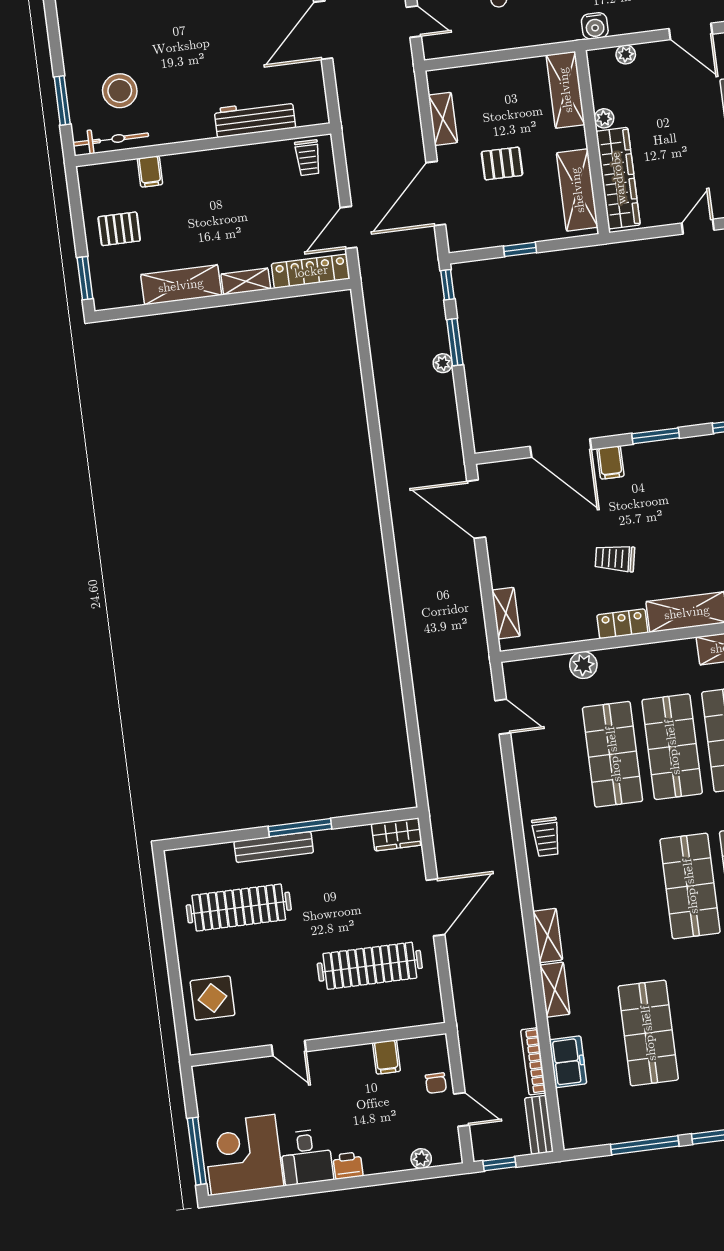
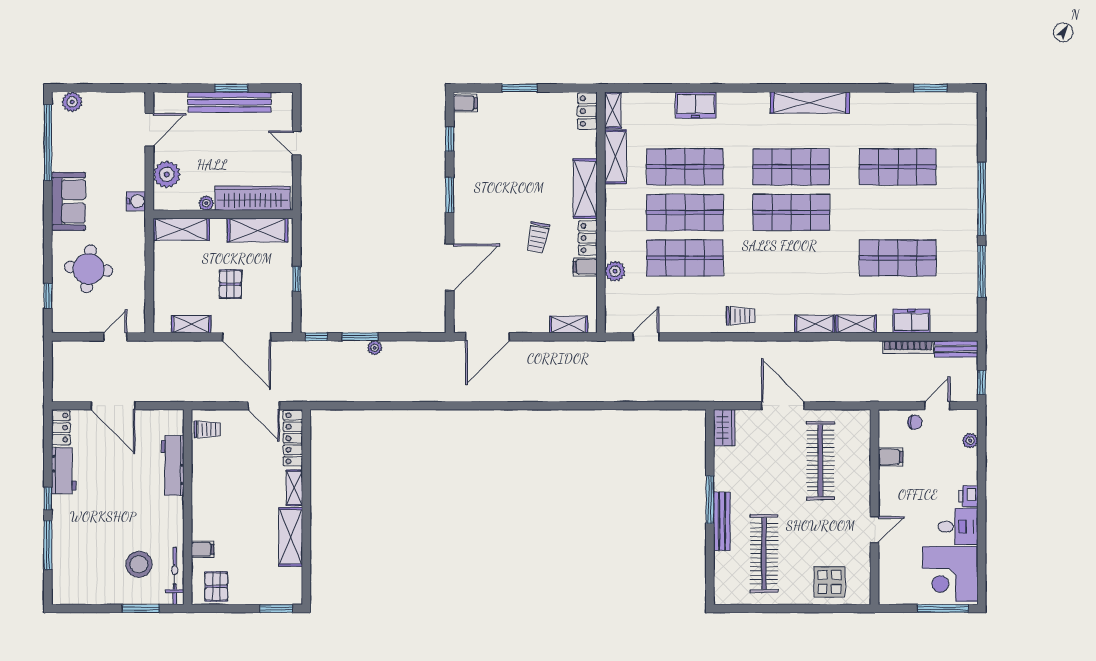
plant: (626, 54) -> (167, 174), width x1.88, depth x1.88
pallet: (119, 229) -> (216, 587), moved
filing cabinet: (610, 462) -> (585, 267), moved, turned 180

